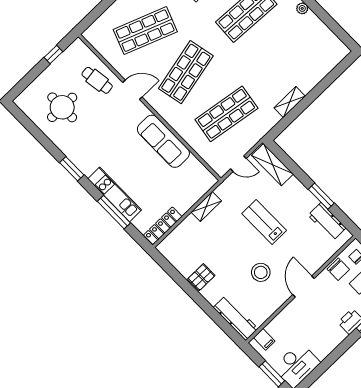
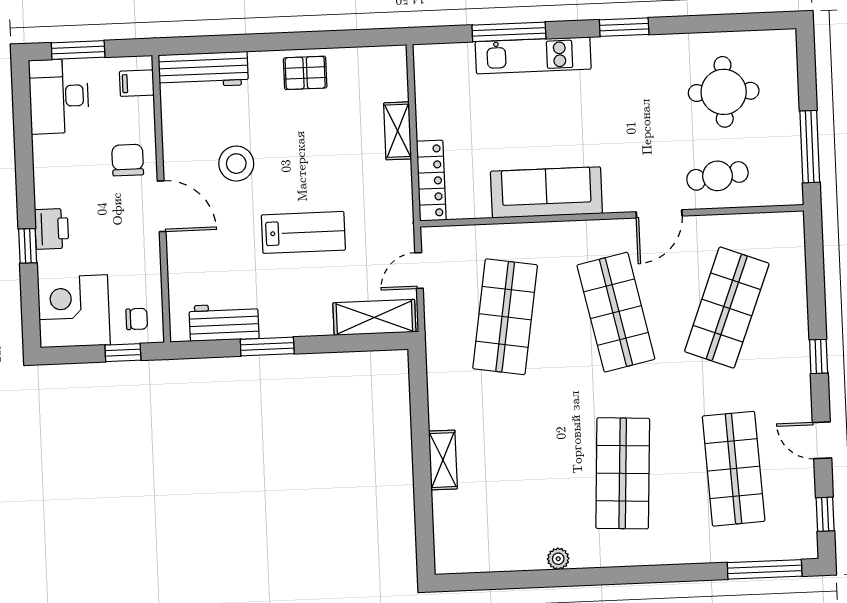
window: (53, 55) -> (810, 147), width x2.17
shelving: (290, 102) -> (443, 460), moved
shelving: (206, 206) -> (398, 131), moved
locker: (163, 226) -> (431, 181), moved
chair: (338, 269) -> (128, 160), moved, turned 90
pallet: (201, 277) -> (305, 73), turned 90

